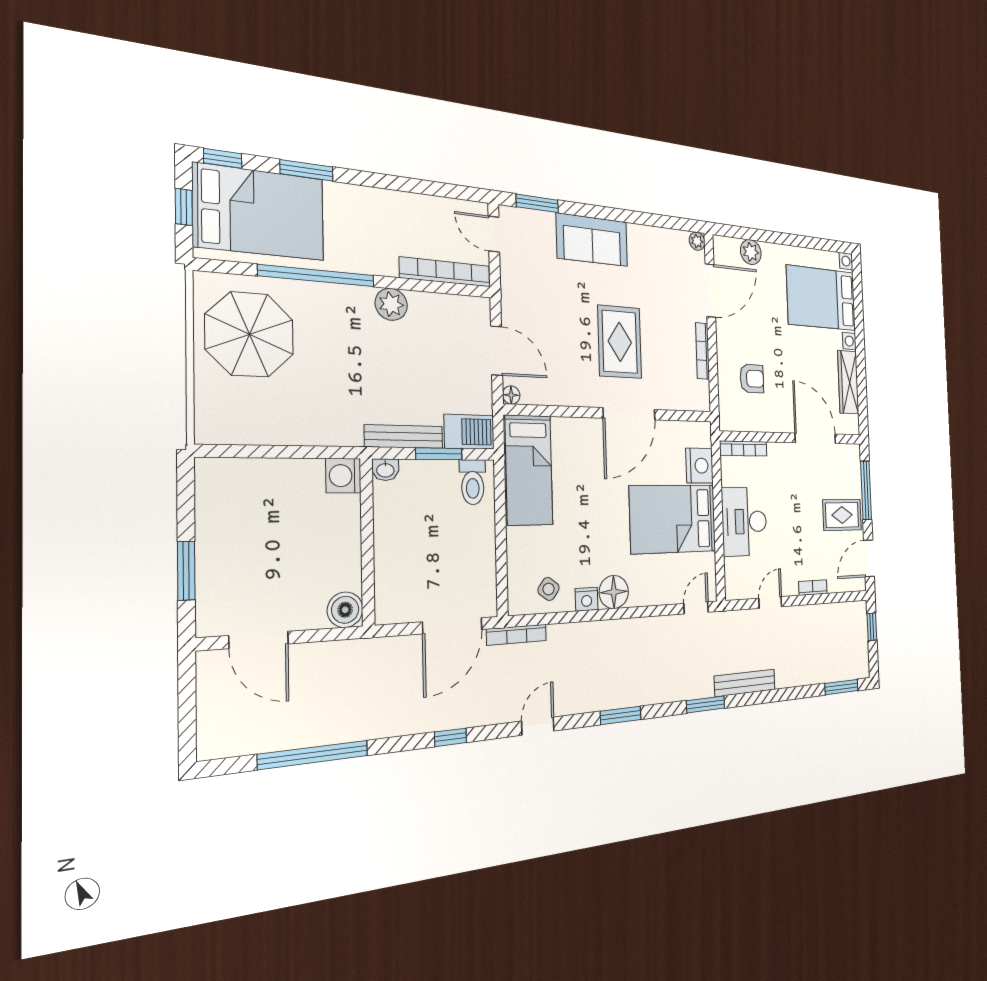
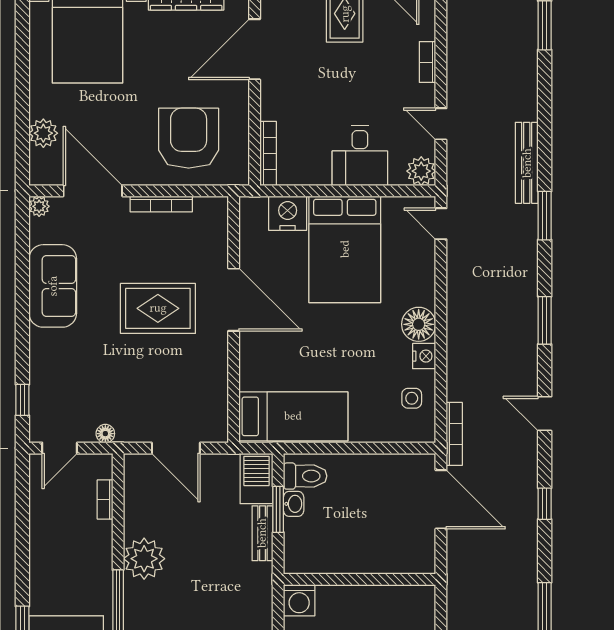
window: (537, 203) -> (22, 400), width x0.67
sofa: (592, 240) -> (53, 286), moved
bookcase: (445, 272) -> (105, 500), width x0.43, depth x0.76
plant: (391, 304) -> (144, 559), width x1.36, depth x1.36
door: (497, 351) -> (176, 448), swing flipped
armchair: (752, 379) -> (189, 138), width x1.88, depth x1.88
floor lamp: (511, 395) -> (105, 434), moved
bench: (404, 437) -> (262, 533), width x0.73
washbasin: (385, 470) -> (294, 504), moved
desk: (744, 522) -> (360, 156), width x0.73
plant: (735, 587) -> (421, 171), added
side table: (549, 589) -> (412, 398), turned -37
boiler: (345, 610) -> (420, 600), removed

